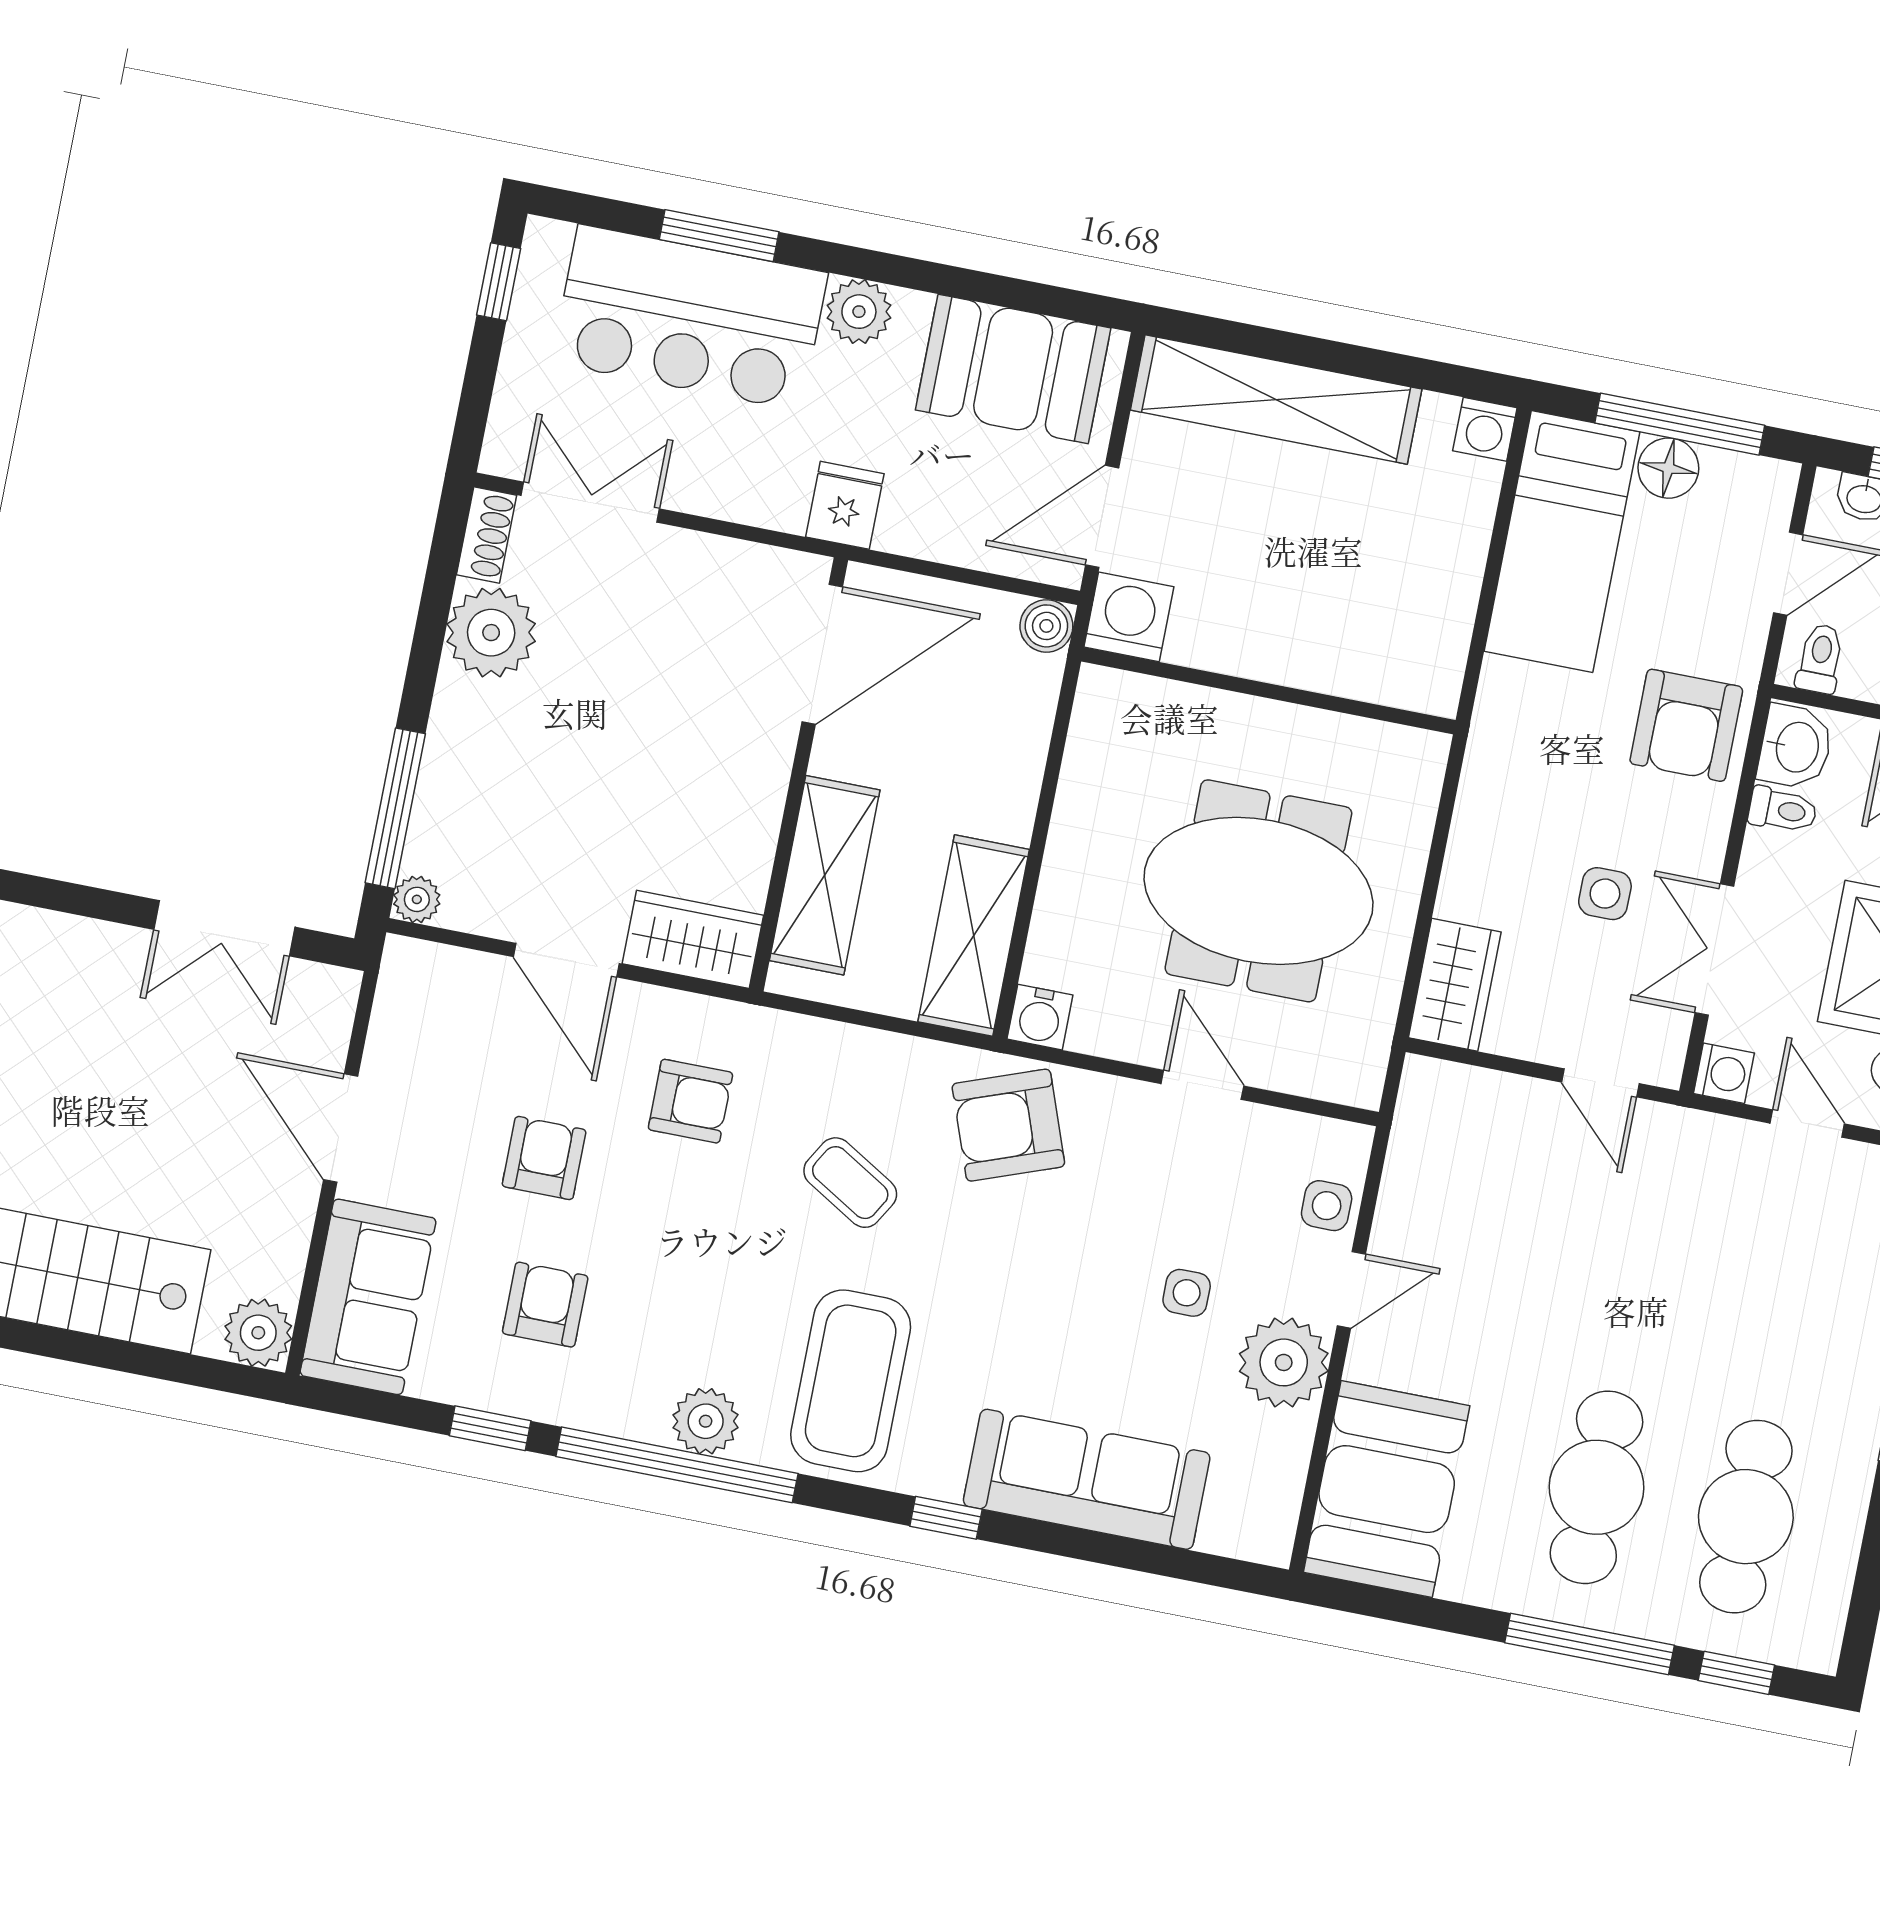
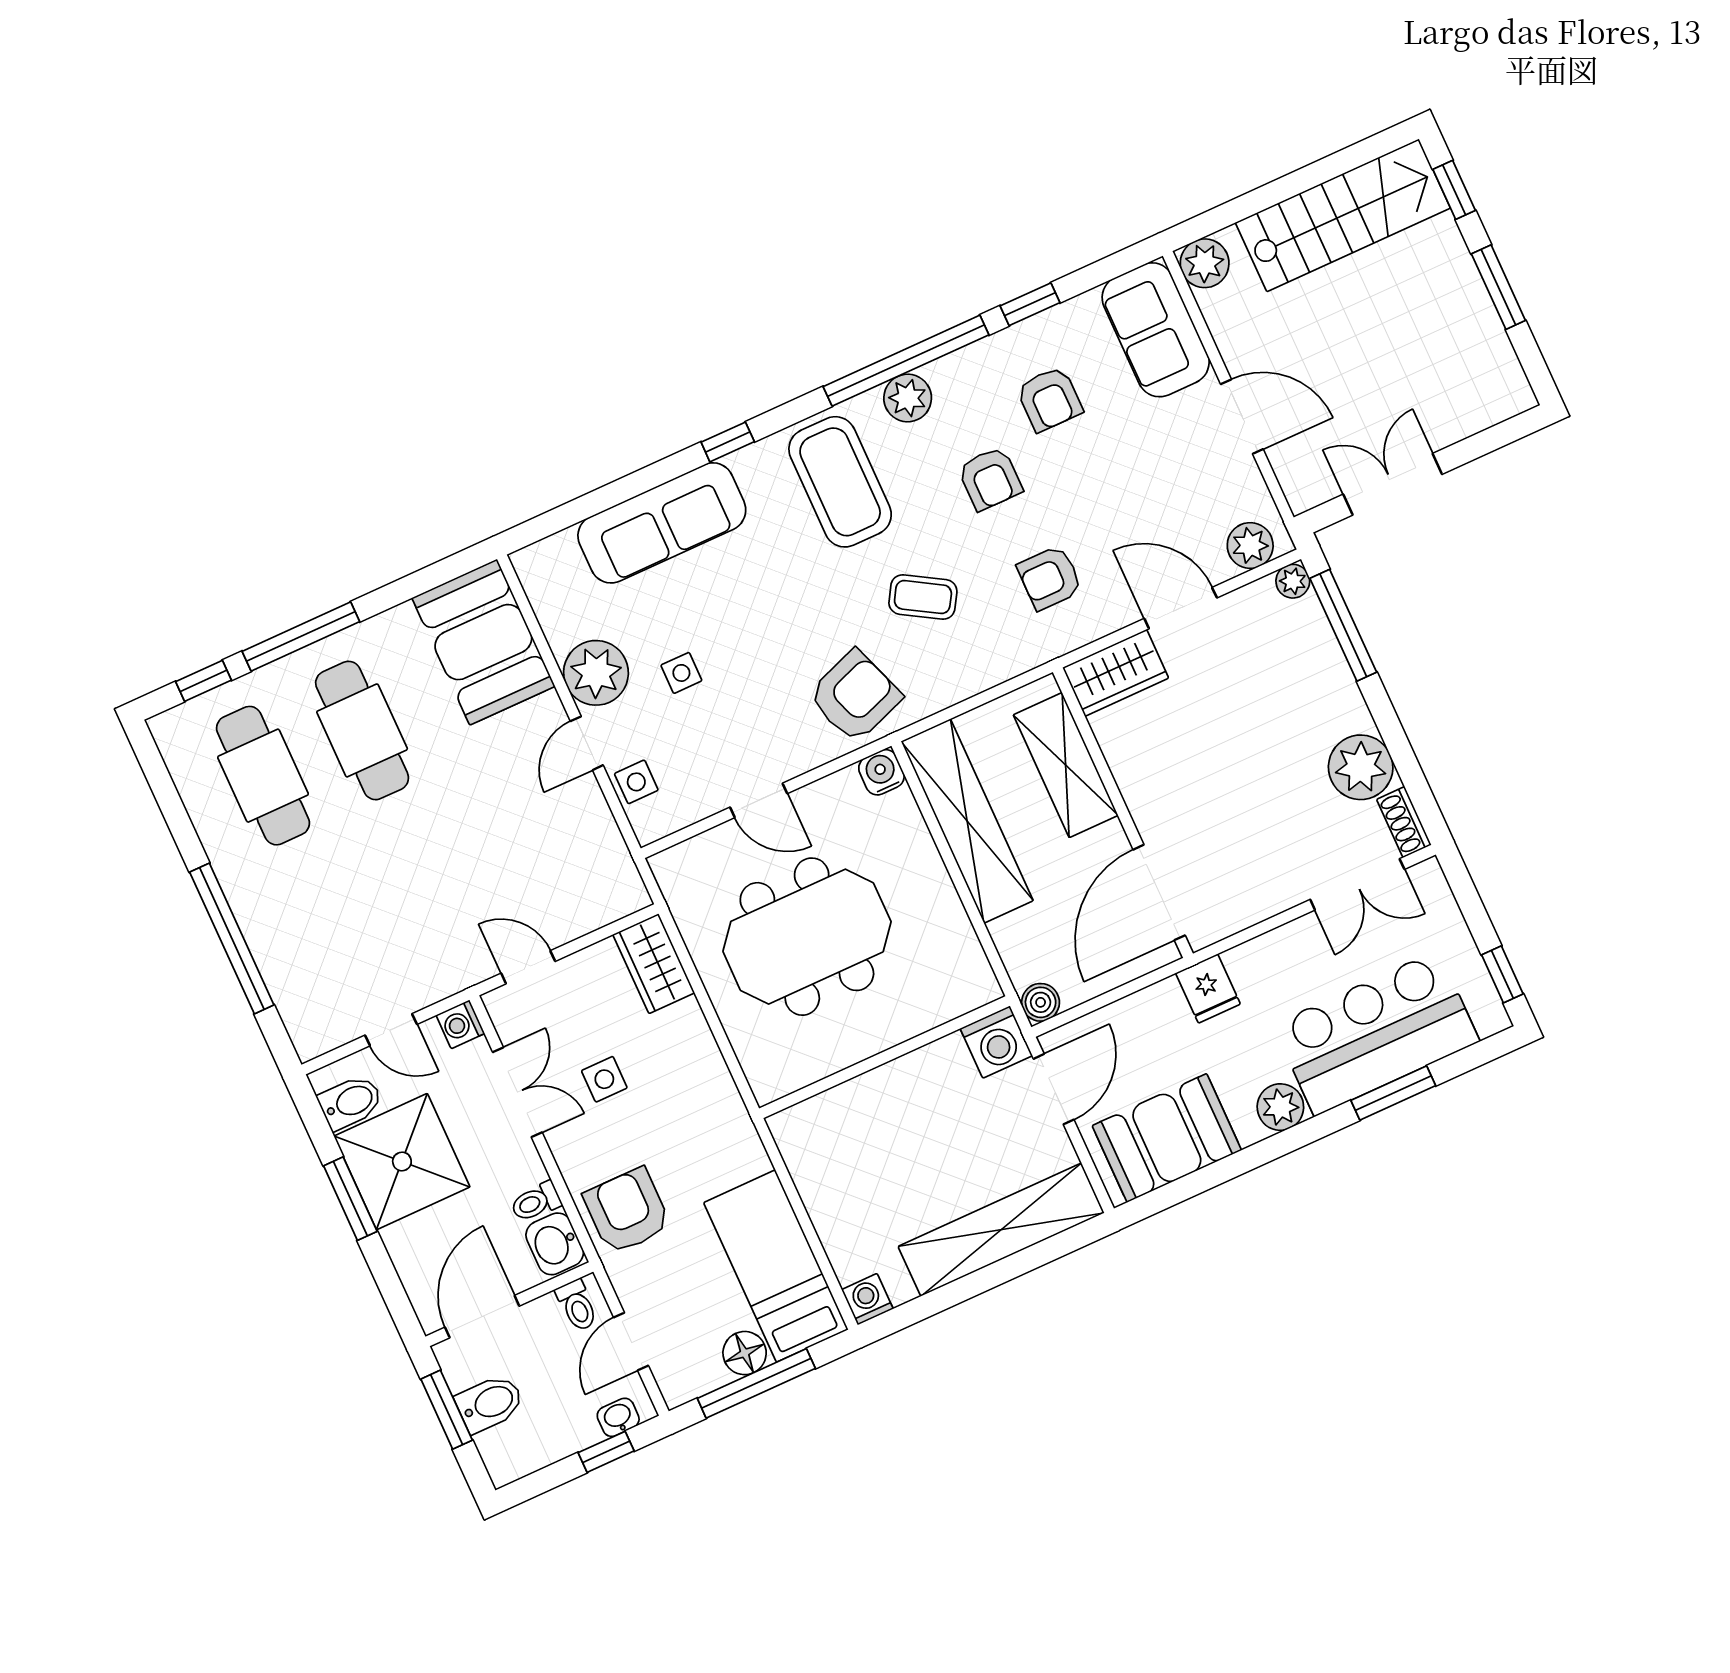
shelving: (974, 936) -> (967, 821), width x1.47
plant: (436, 975) -> (1250, 546), added
armchair: (544, 1158) -> (990, 479), moved

